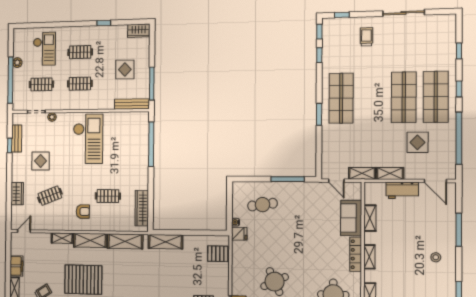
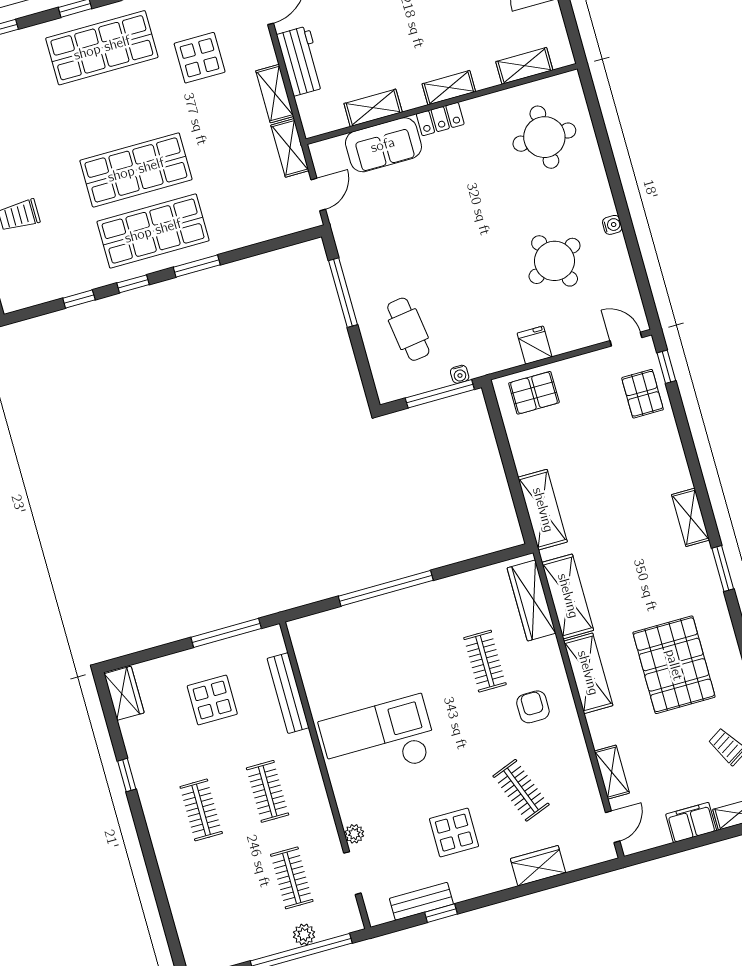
window: (319, 32) -> (133, 284), moved
checkout: (44, 49) -> (215, 893), removed
plant: (17, 63) -> (304, 935), moved
shop shelf: (404, 97) -> (136, 170), moved
bench: (132, 104) -> (288, 693), moved
window: (151, 144) -> (386, 588), moved
wardrobe: (142, 208) -> (532, 601), moved, turned 90
window: (229, 210) -> (440, 394), added
door: (24, 231) -> (613, 827), swing flipped
fridge: (239, 234) -> (535, 345), moved
shelving: (62, 238) -> (612, 772), moved
pallet: (218, 254) -> (534, 393), turned 90
locker: (356, 254) -> (440, 119), width x0.66

